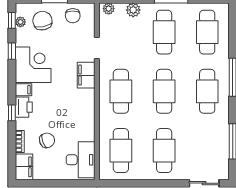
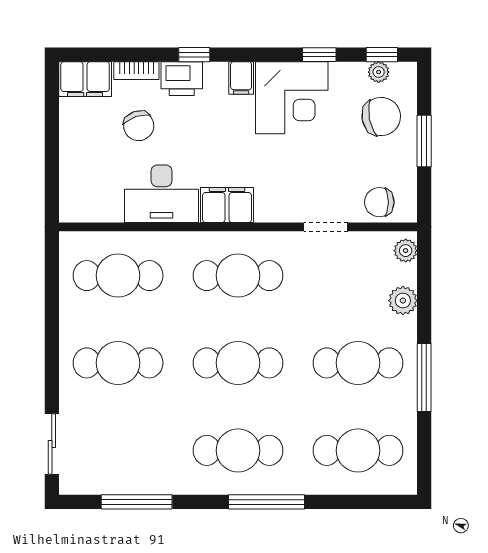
chair: (73, 16) -> (379, 202), moved
filing cabinet: (86, 75) -> (227, 205), moved
printer: (24, 107) -> (182, 79), moved
desk: (81, 160) -> (162, 194), moved

